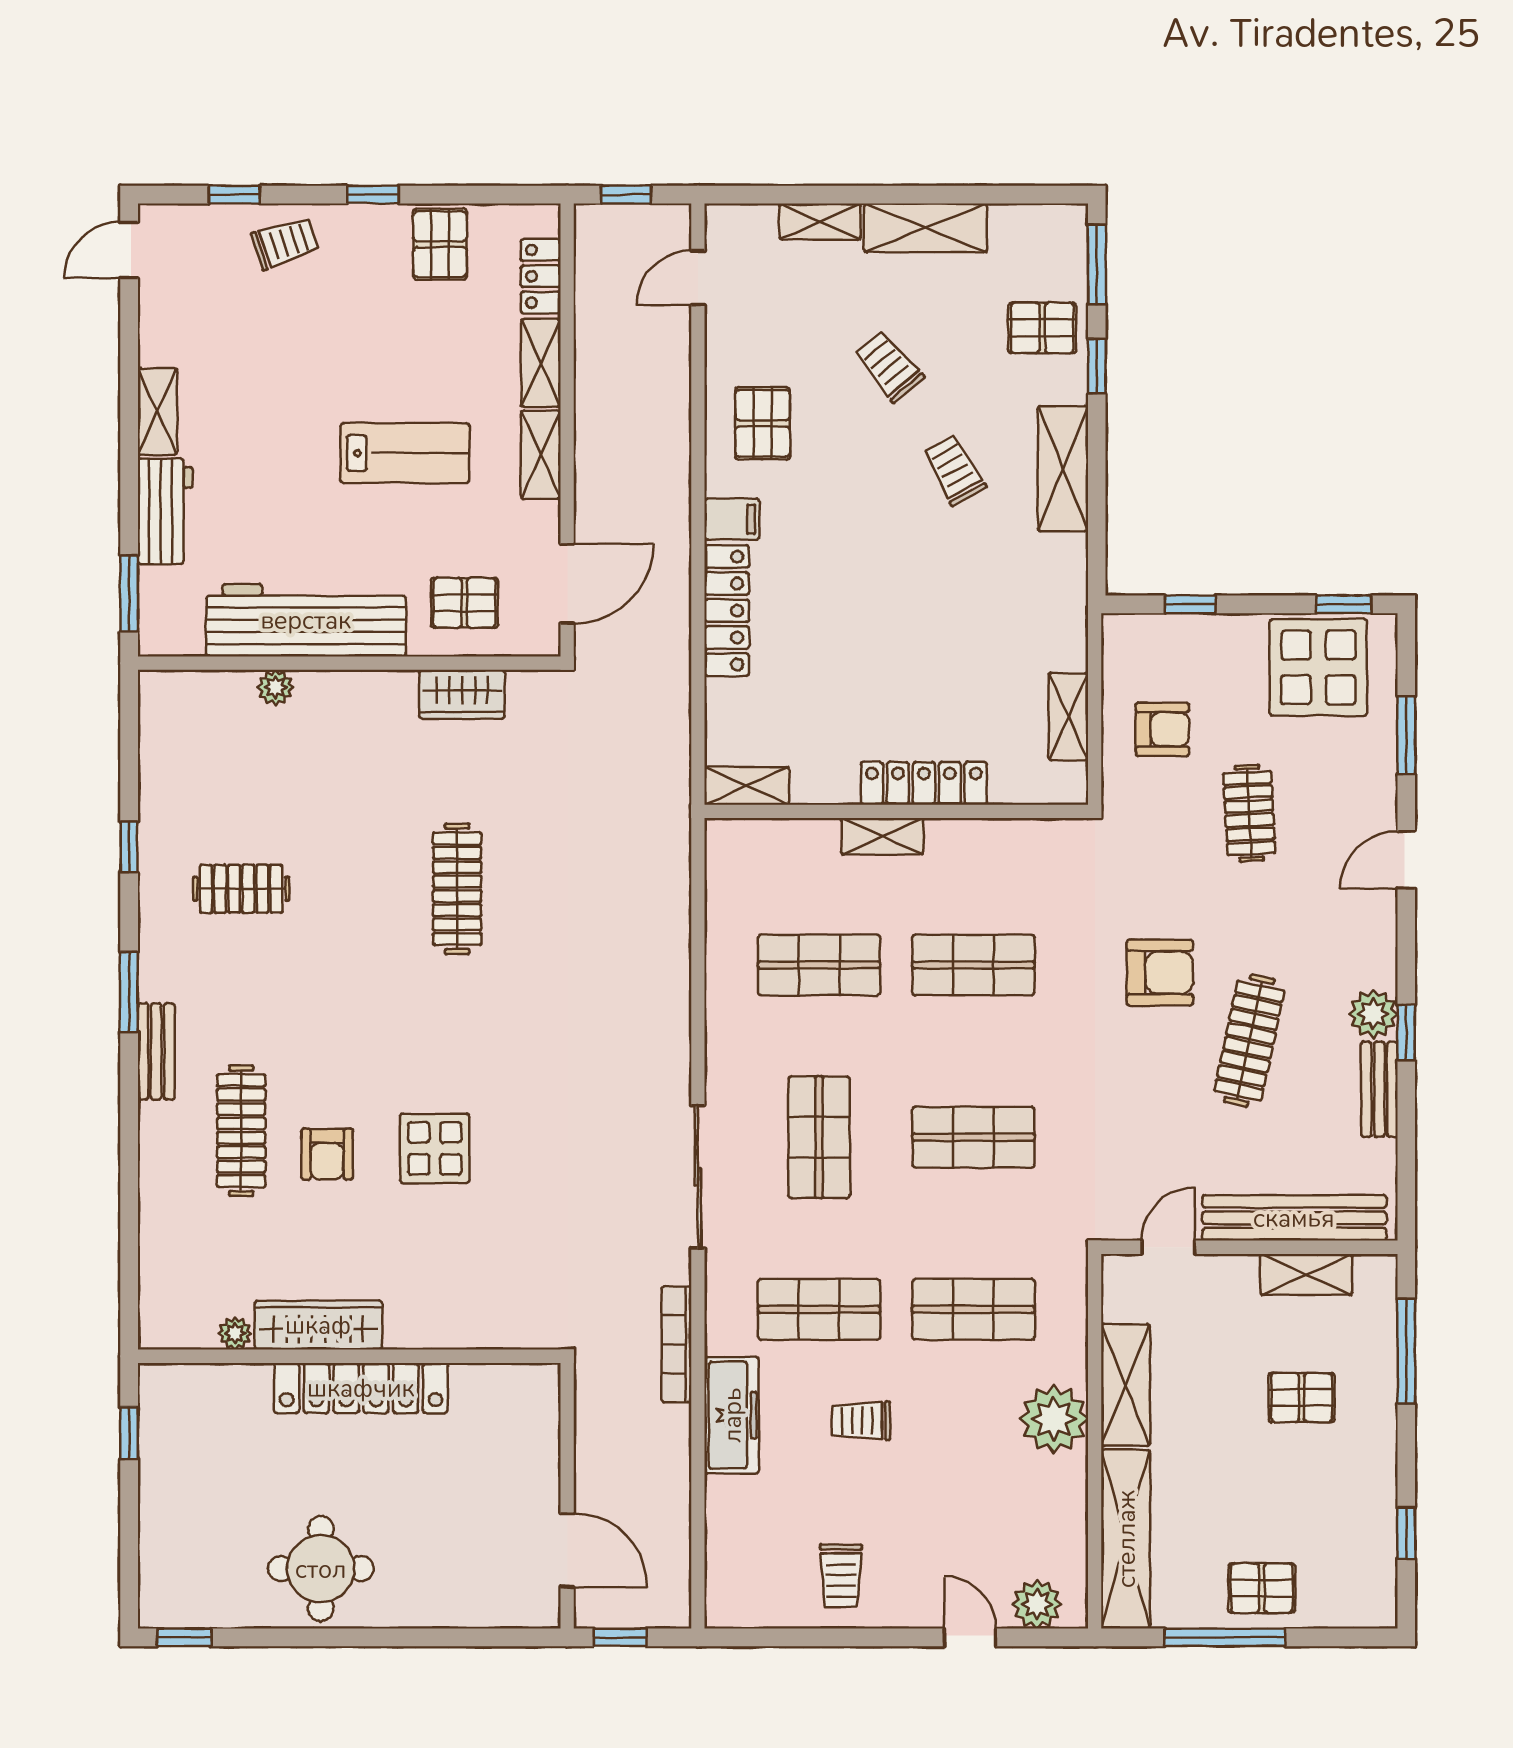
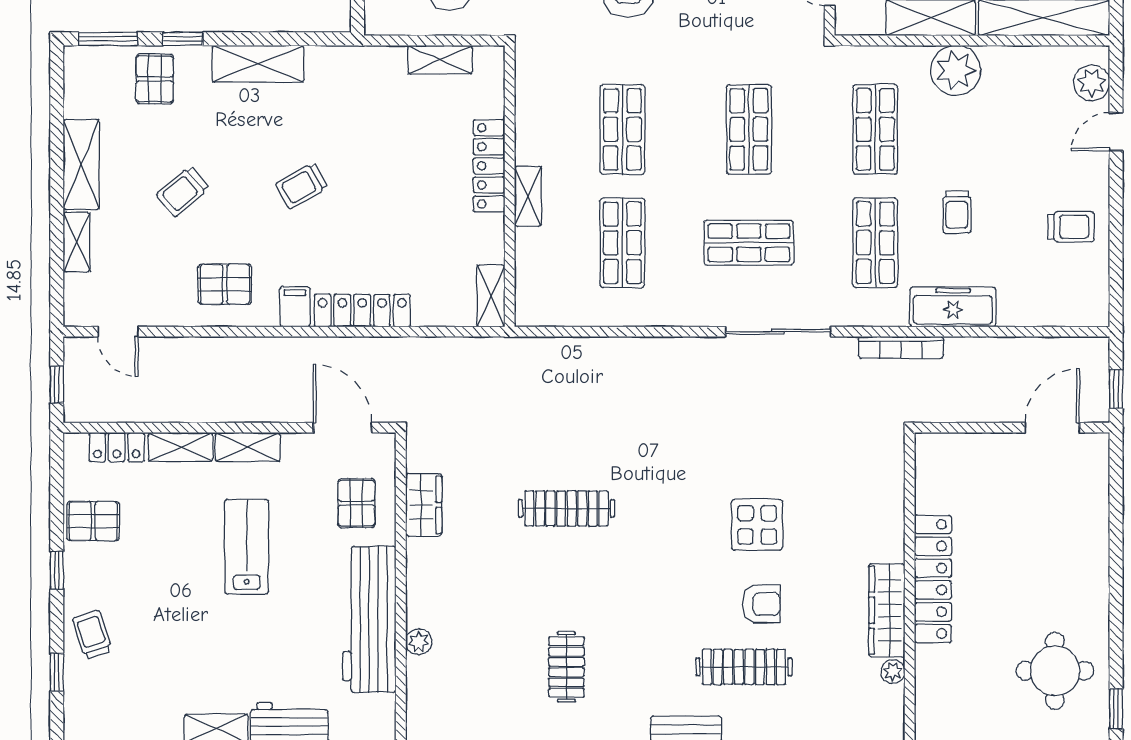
trolley: (954, 470) -> (302, 186), moved
round table: (321, 1569) -> (1055, 671), moved

